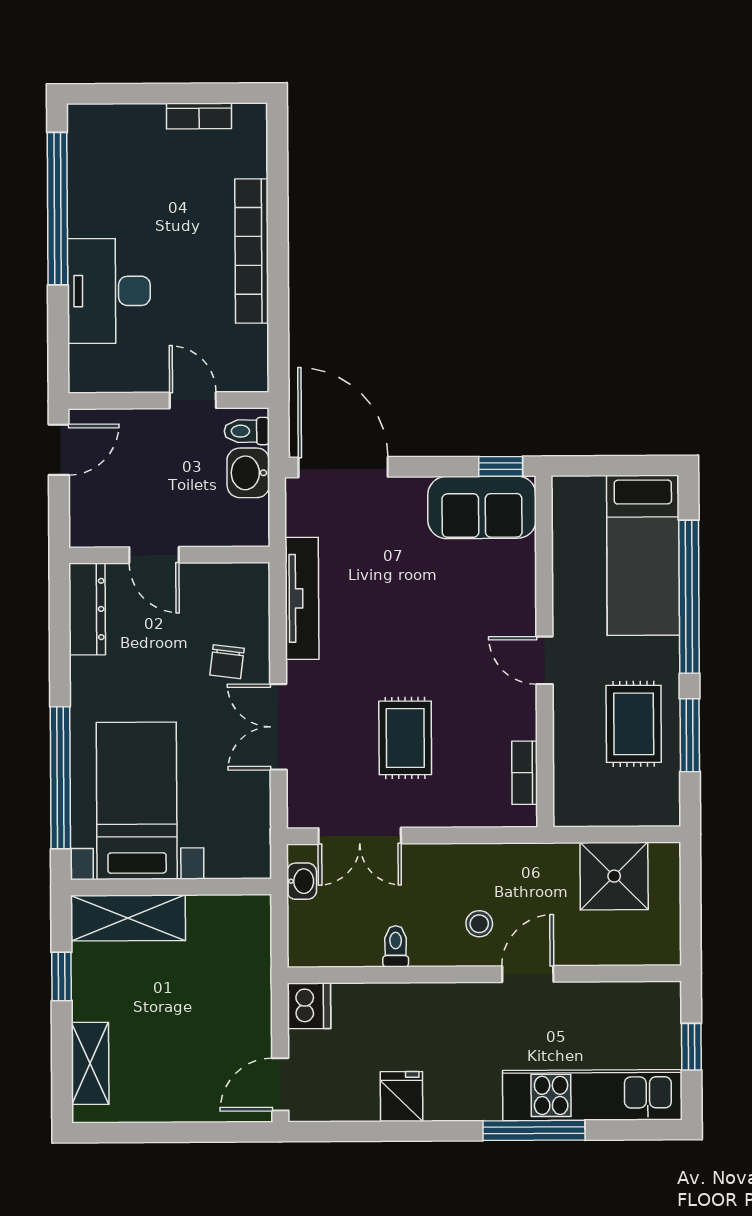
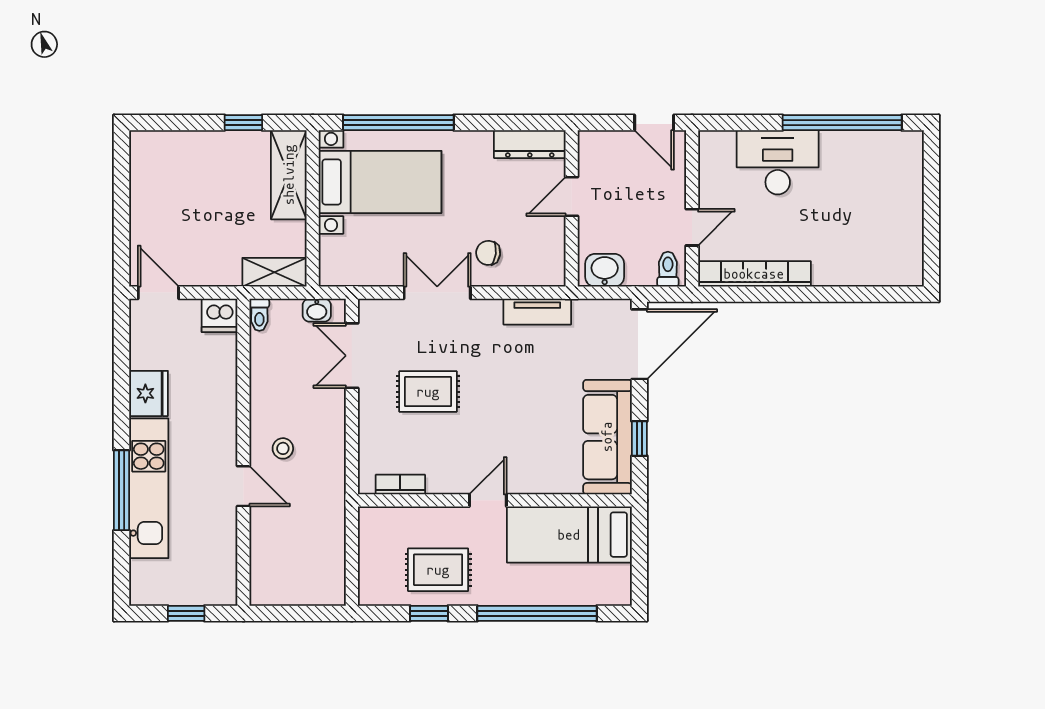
bookcase: (199, 116) -> (914, 233), removed
bookcase: (252, 251) -> (754, 274), moved
window: (501, 466) -> (639, 438), moved
washbasin: (248, 473) -> (605, 270), moved
sofa: (482, 507) -> (607, 437), width x1.36
bed: (643, 555) -> (569, 535), moved
tv unit: (302, 598) -> (537, 312), width x0.71
window: (690, 735) -> (429, 613), width x0.67
shower: (614, 876) -> (319, 554), removed
toilet: (396, 946) -> (259, 315), moved, turned 90
shelving: (90, 1063) -> (274, 272), moved
kitchen unit: (592, 1095) -> (149, 488), moved
fridge: (401, 1096) -> (148, 393), width x1.38

